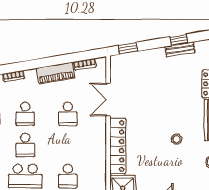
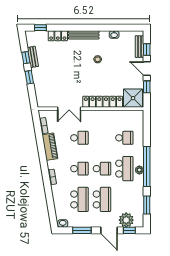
window: (128, 48) -> (29, 77), moved

